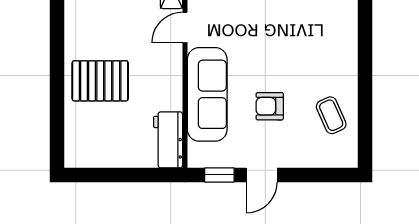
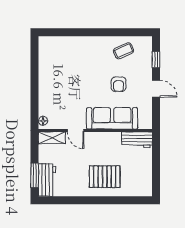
pallet: (100, 81) -> (105, 177), turned 90
window: (219, 175) -> (156, 60), moved

